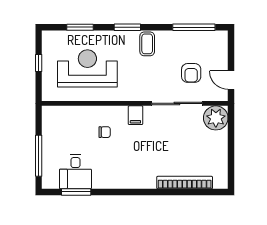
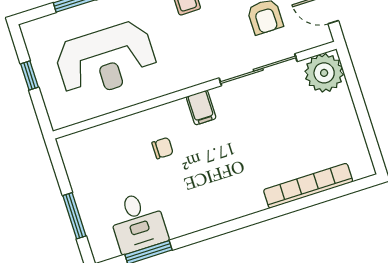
reception desk: (87, 68) -> (106, 60), turned 180
window: (39, 156) -> (74, 216), width x0.69

